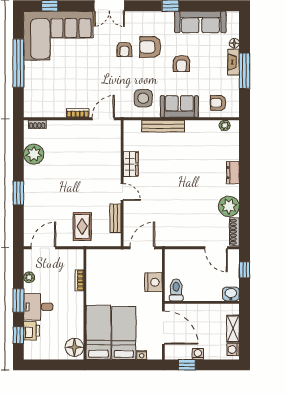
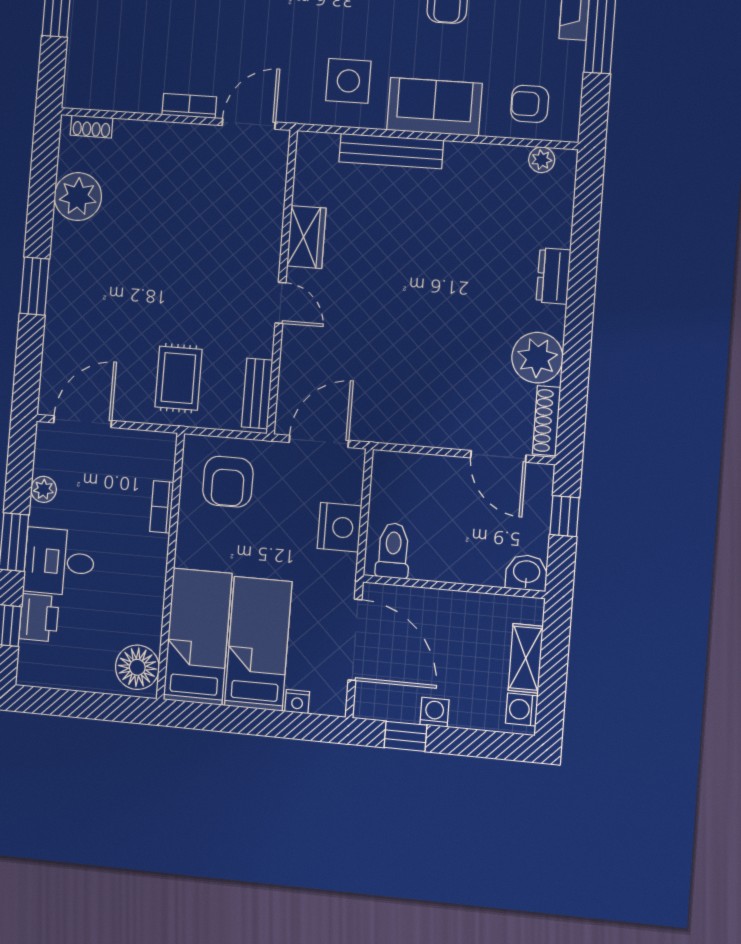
bench: (115, 218) -> (257, 394), moved
armchair: (106, 268) -> (228, 482), added

